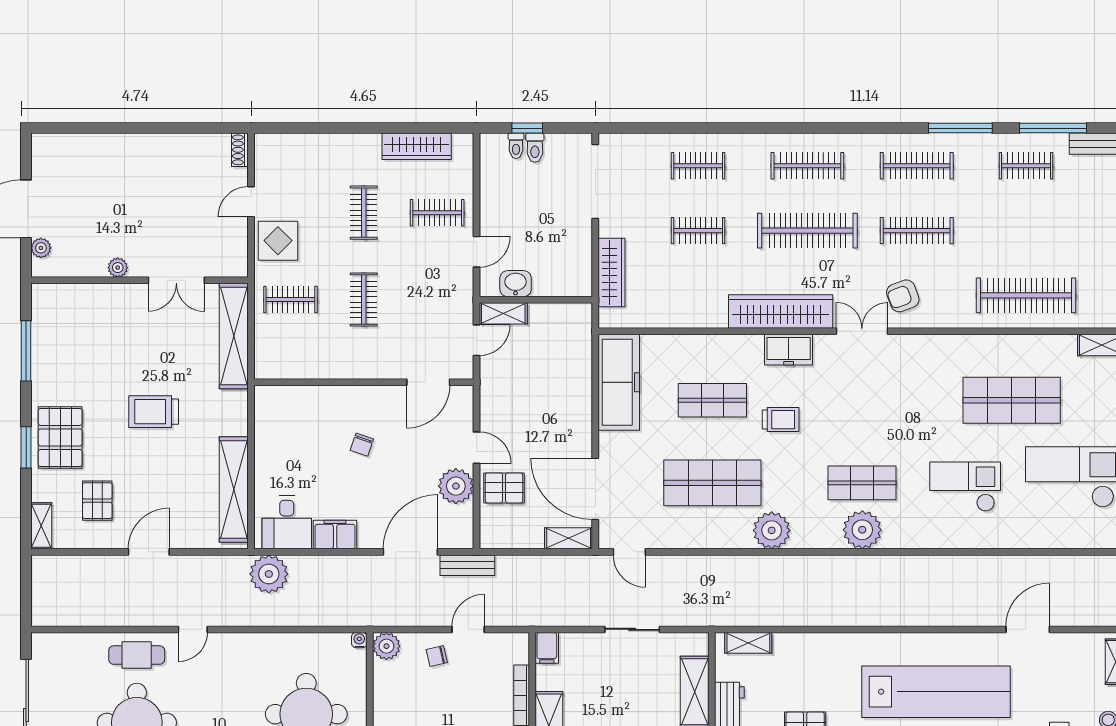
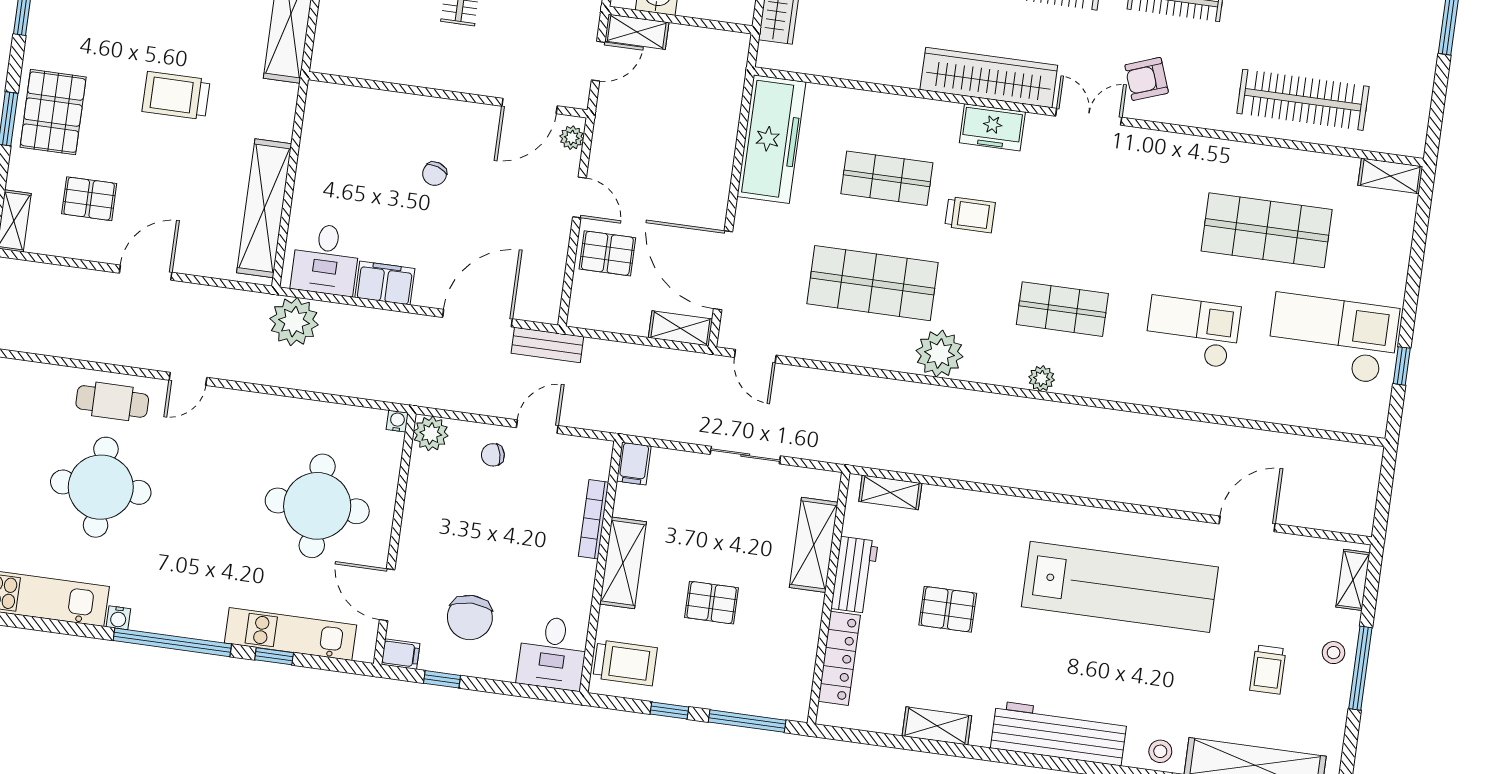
plant: (456, 486) -> (572, 138), moved, width x0.53, depth x0.53
pallet: (97, 501) -> (89, 199), turned 90
plant: (862, 530) -> (1042, 378), width x0.53, depth x0.53

